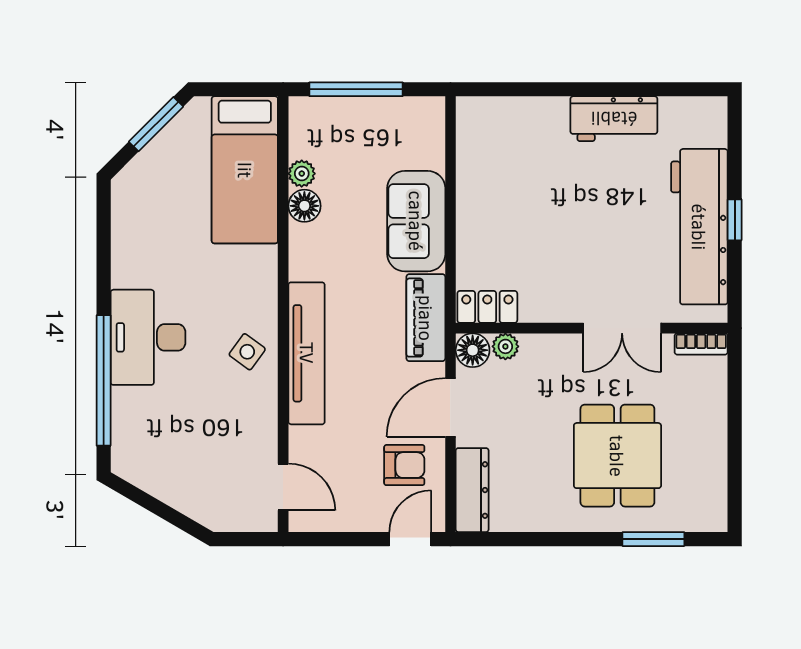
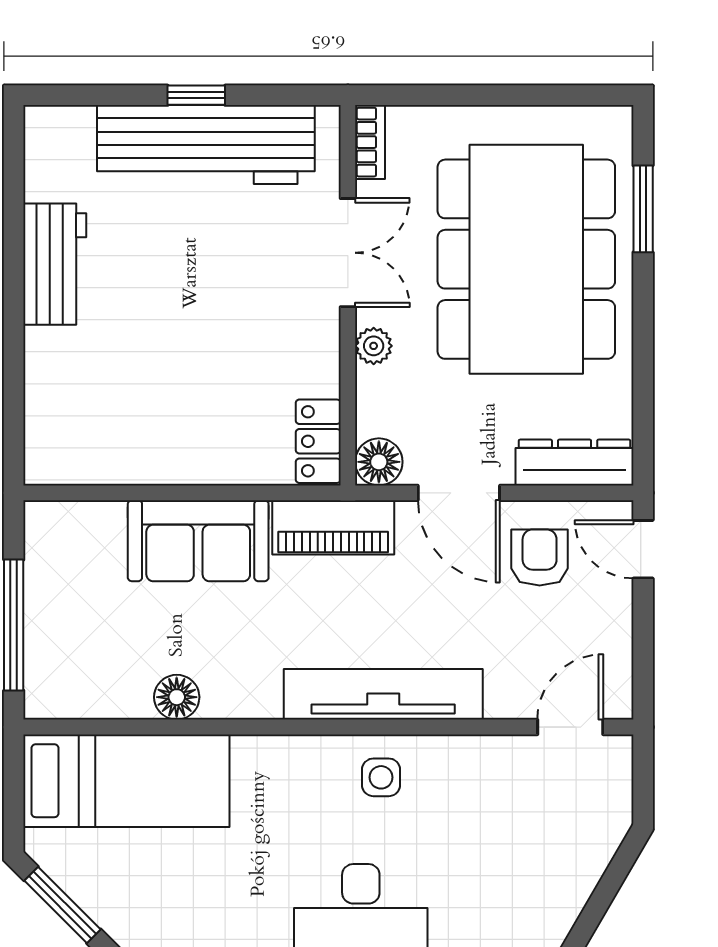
plant: (302, 174) -> (132, 701), removed
plant: (505, 346) -> (374, 346), moved
side table: (247, 352) -> (381, 777), turned -36
dining table: (617, 456) -> (526, 259), width x1.88, depth x1.24

